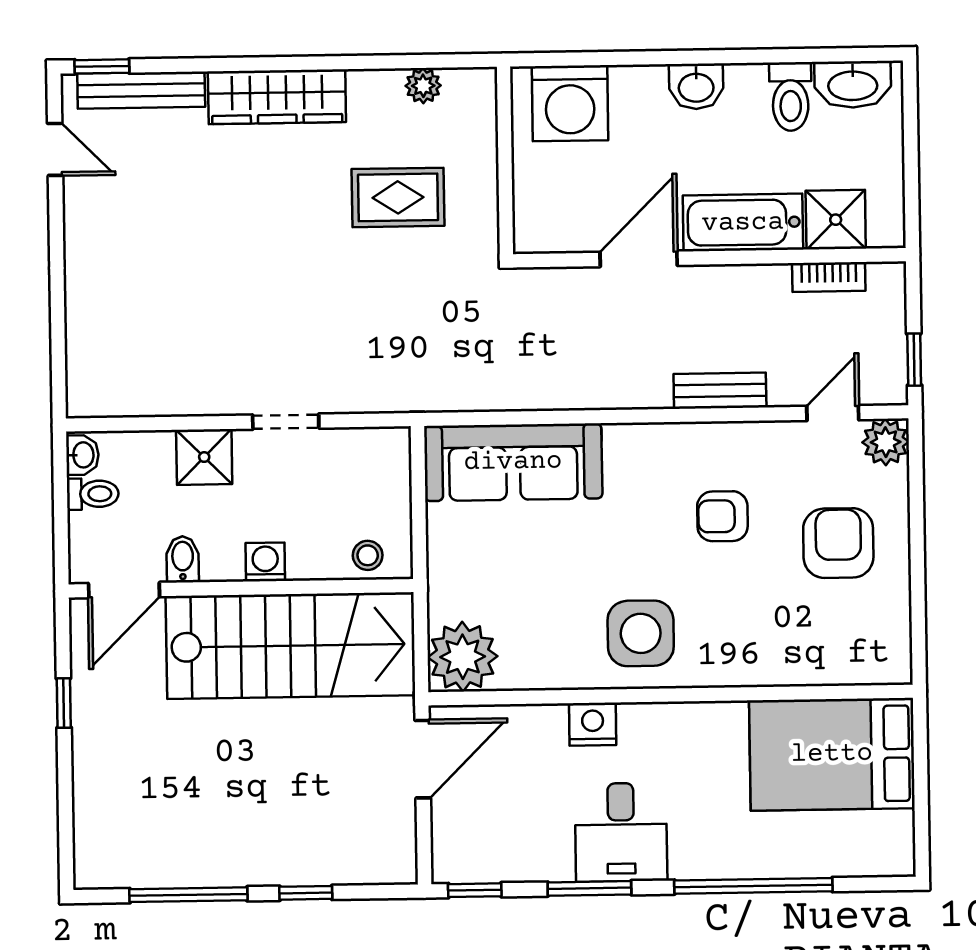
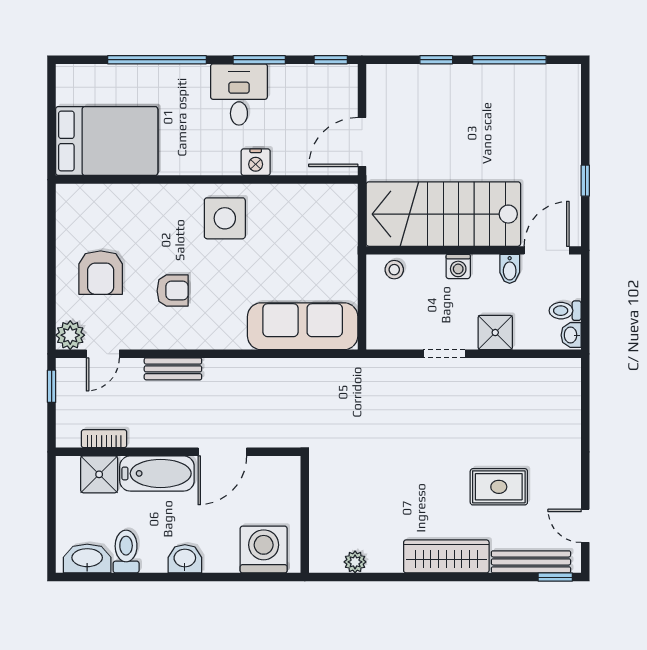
rug: (398, 197) -> (499, 487), moved
plant: (463, 657) -> (336, 205), removed

